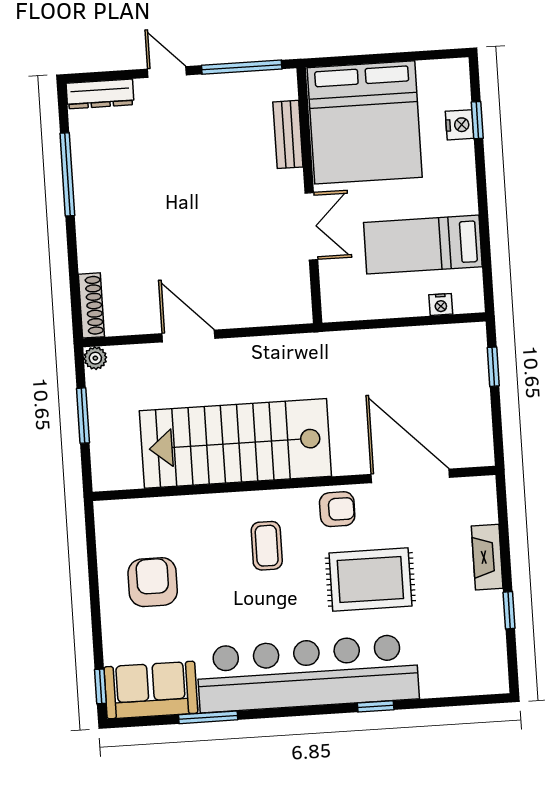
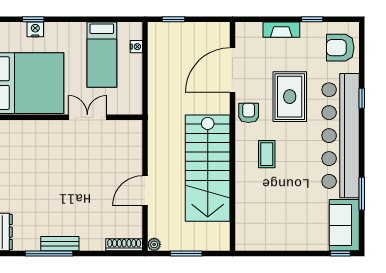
bench: (288, 134) -> (60, 244), moved
coffee table: (267, 546) -> (267, 154), turned 90
armchair: (153, 582) -> (340, 48), moved

